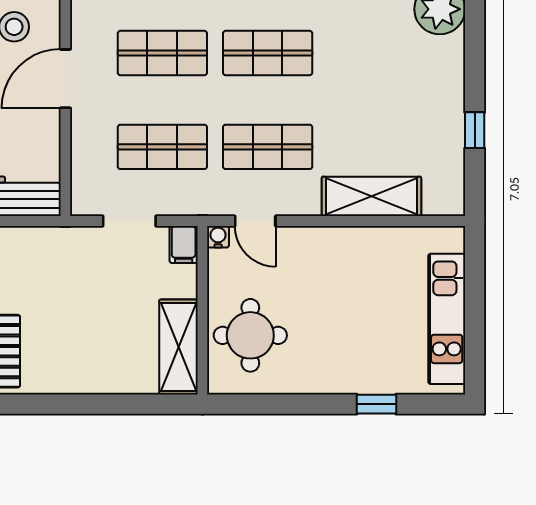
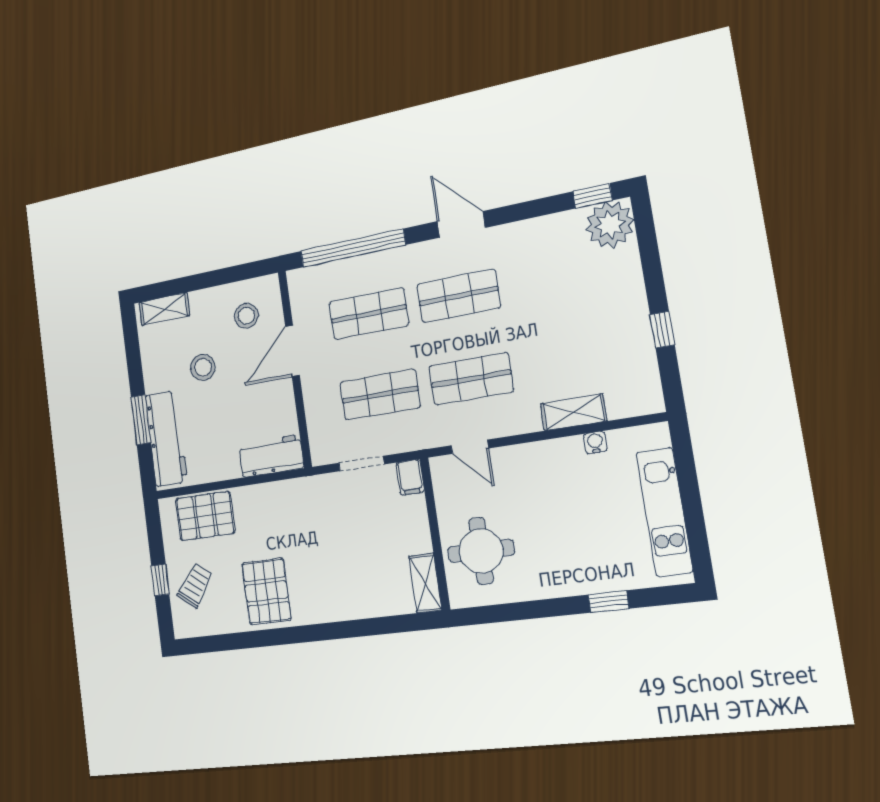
shelving: (371, 196) -> (574, 412), width x0.67, depth x0.75
water cooler: (218, 237) -> (595, 442), moved
shelving: (179, 347) -> (425, 583), width x0.67, depth x0.75

